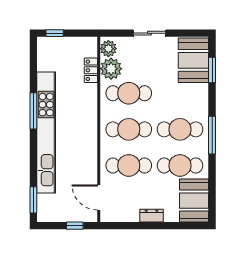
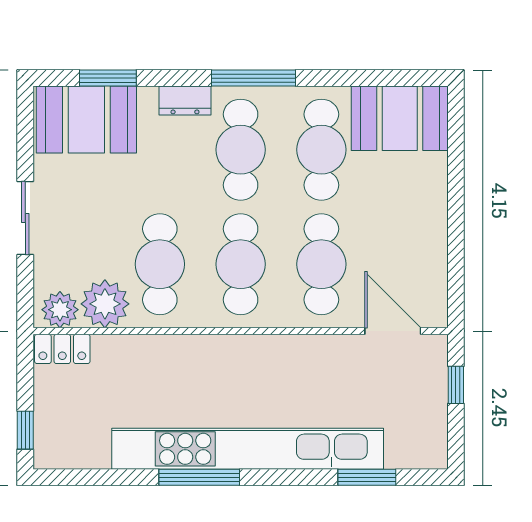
locker: (91, 70) -> (62, 349), moved
door: (99, 197) -> (393, 331), swing flipped
window: (33, 200) -> (367, 477), moved
dresser: (151, 216) -> (185, 101), moved, turned -90

